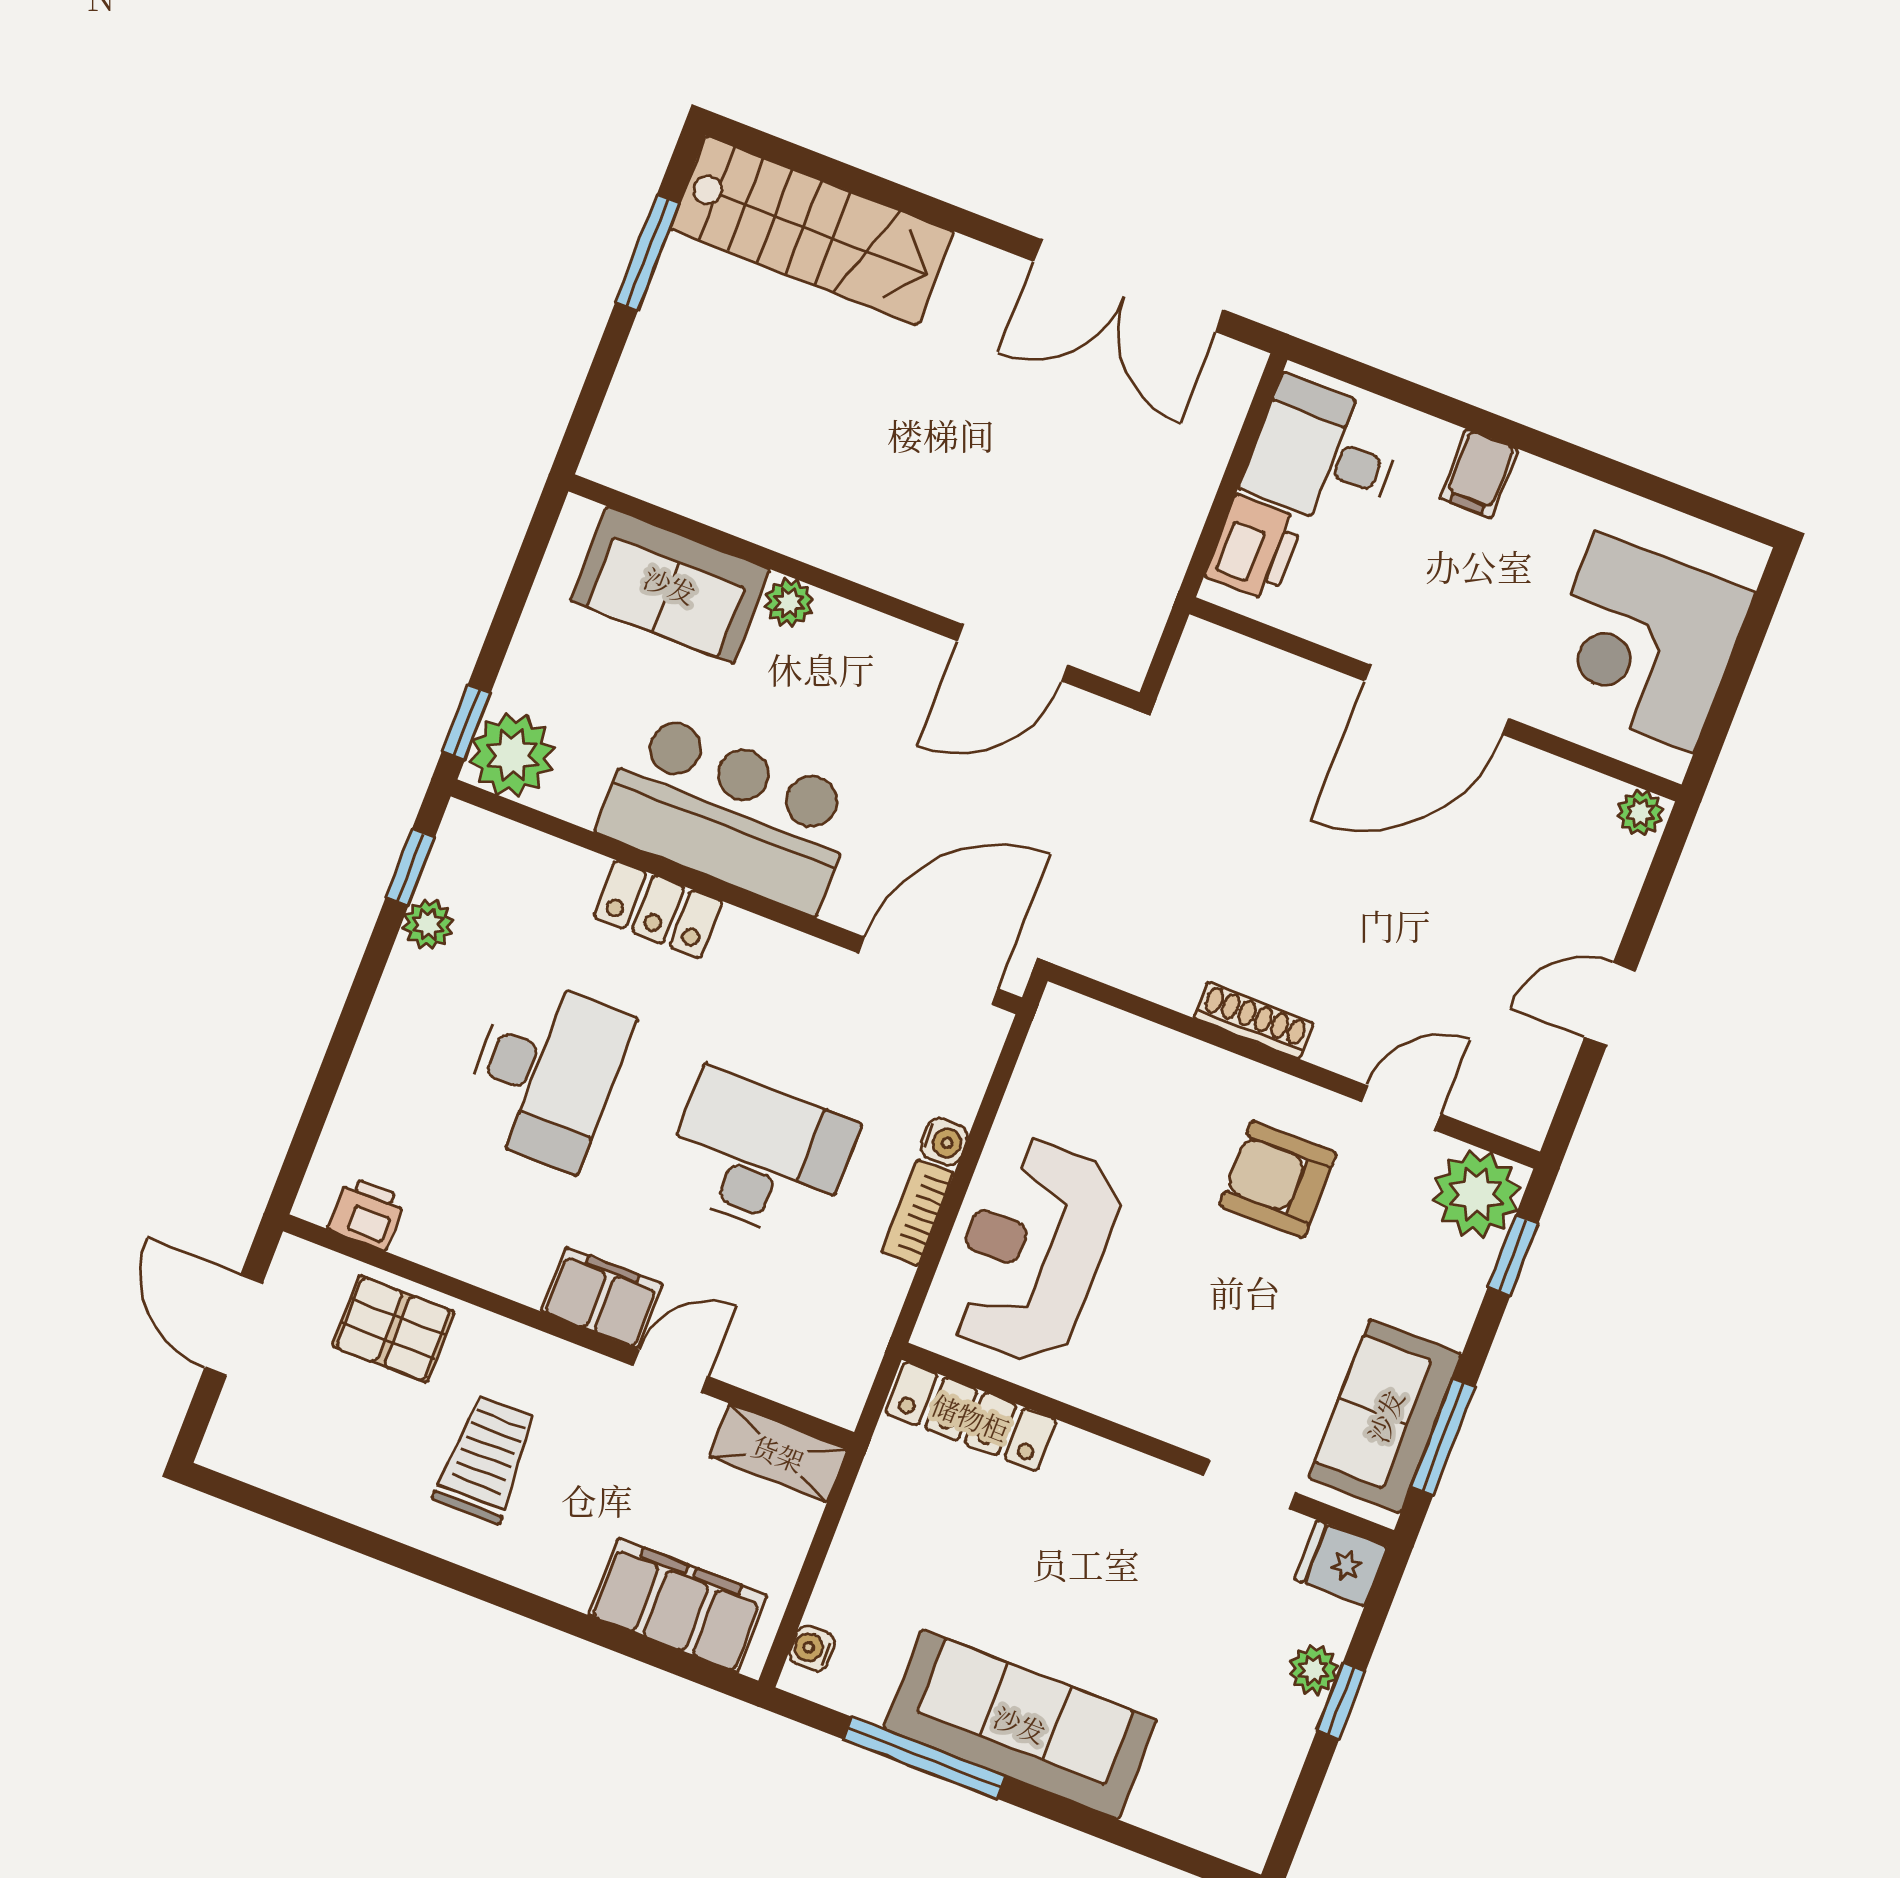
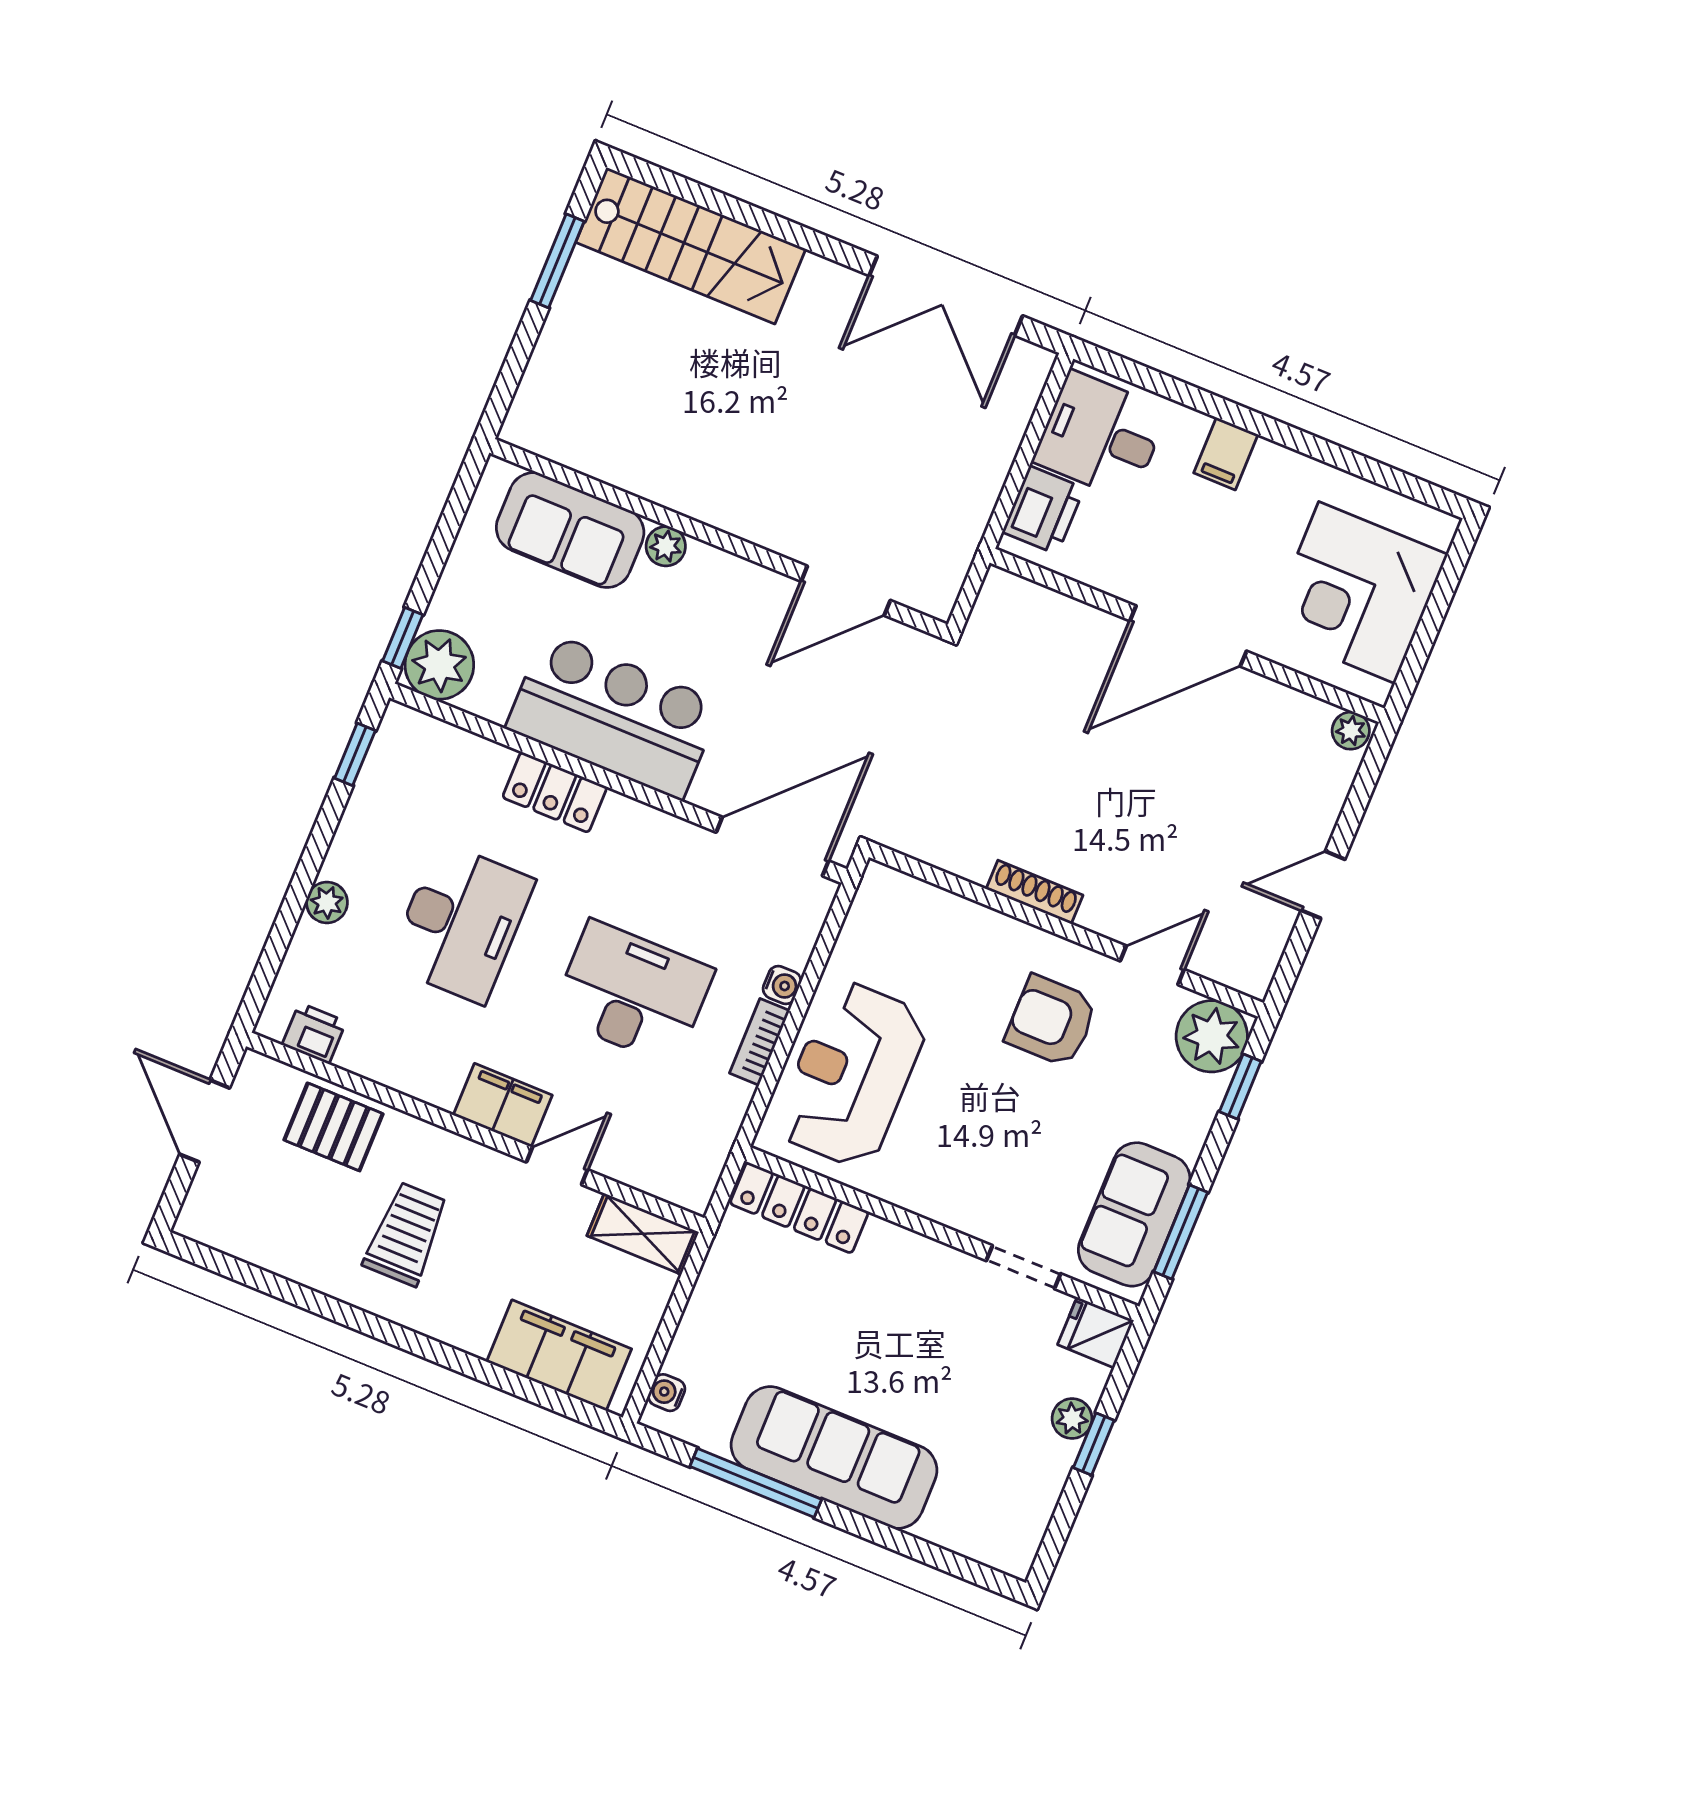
plant: (428, 924) -> (327, 902), moved

